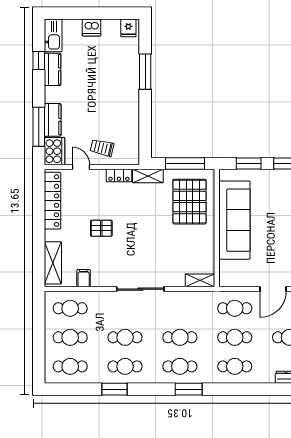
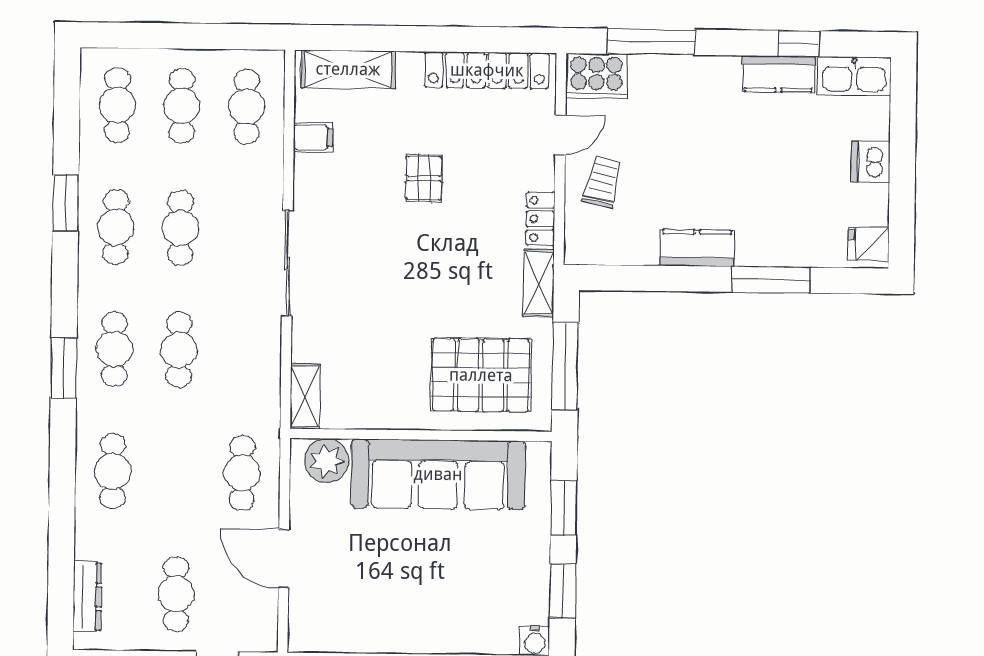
kitchen counter: (53, 120) -> (697, 248), moved, turned 180
plant: (229, 270) -> (327, 461), added
cafe table: (235, 337) -> (177, 472), removed

